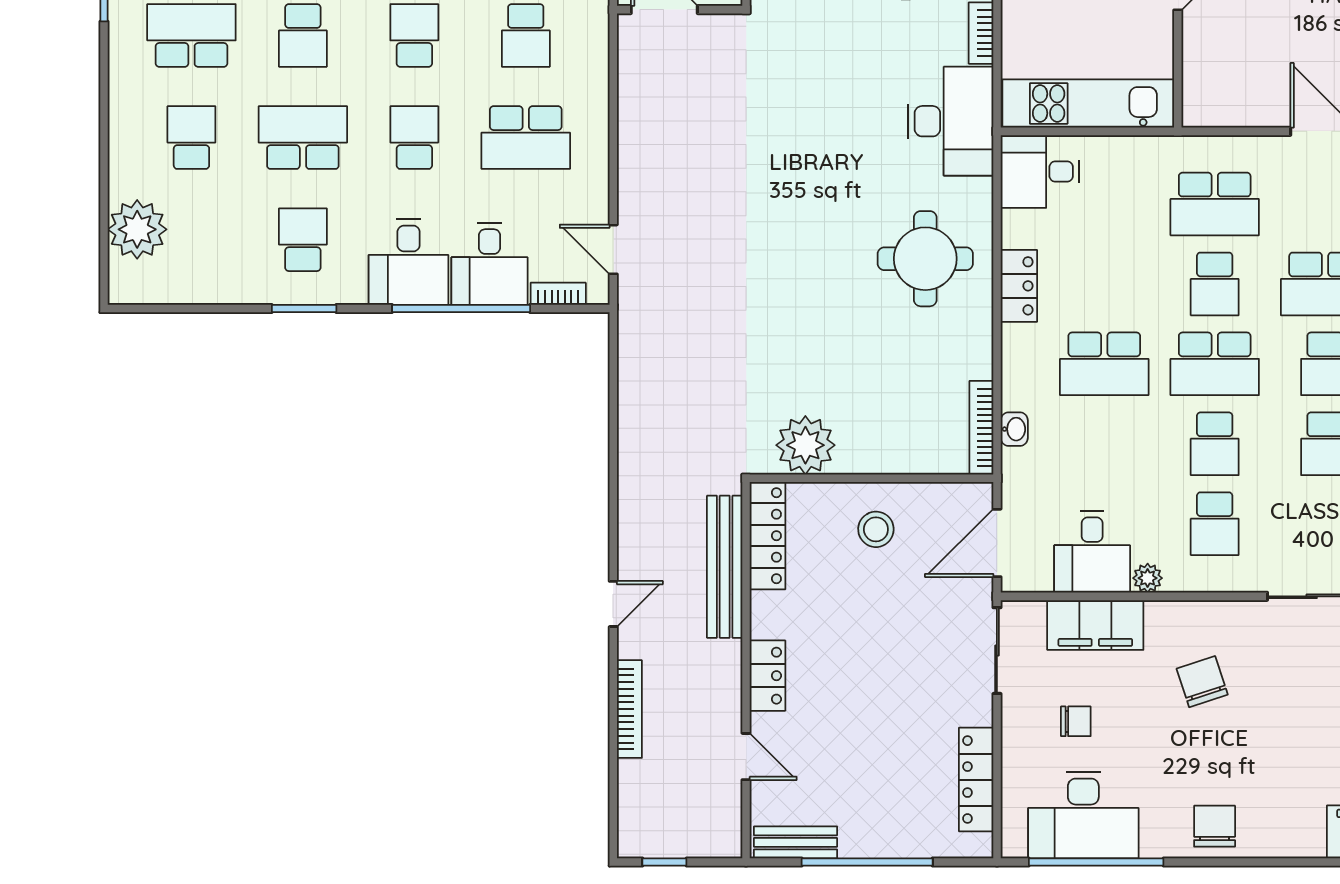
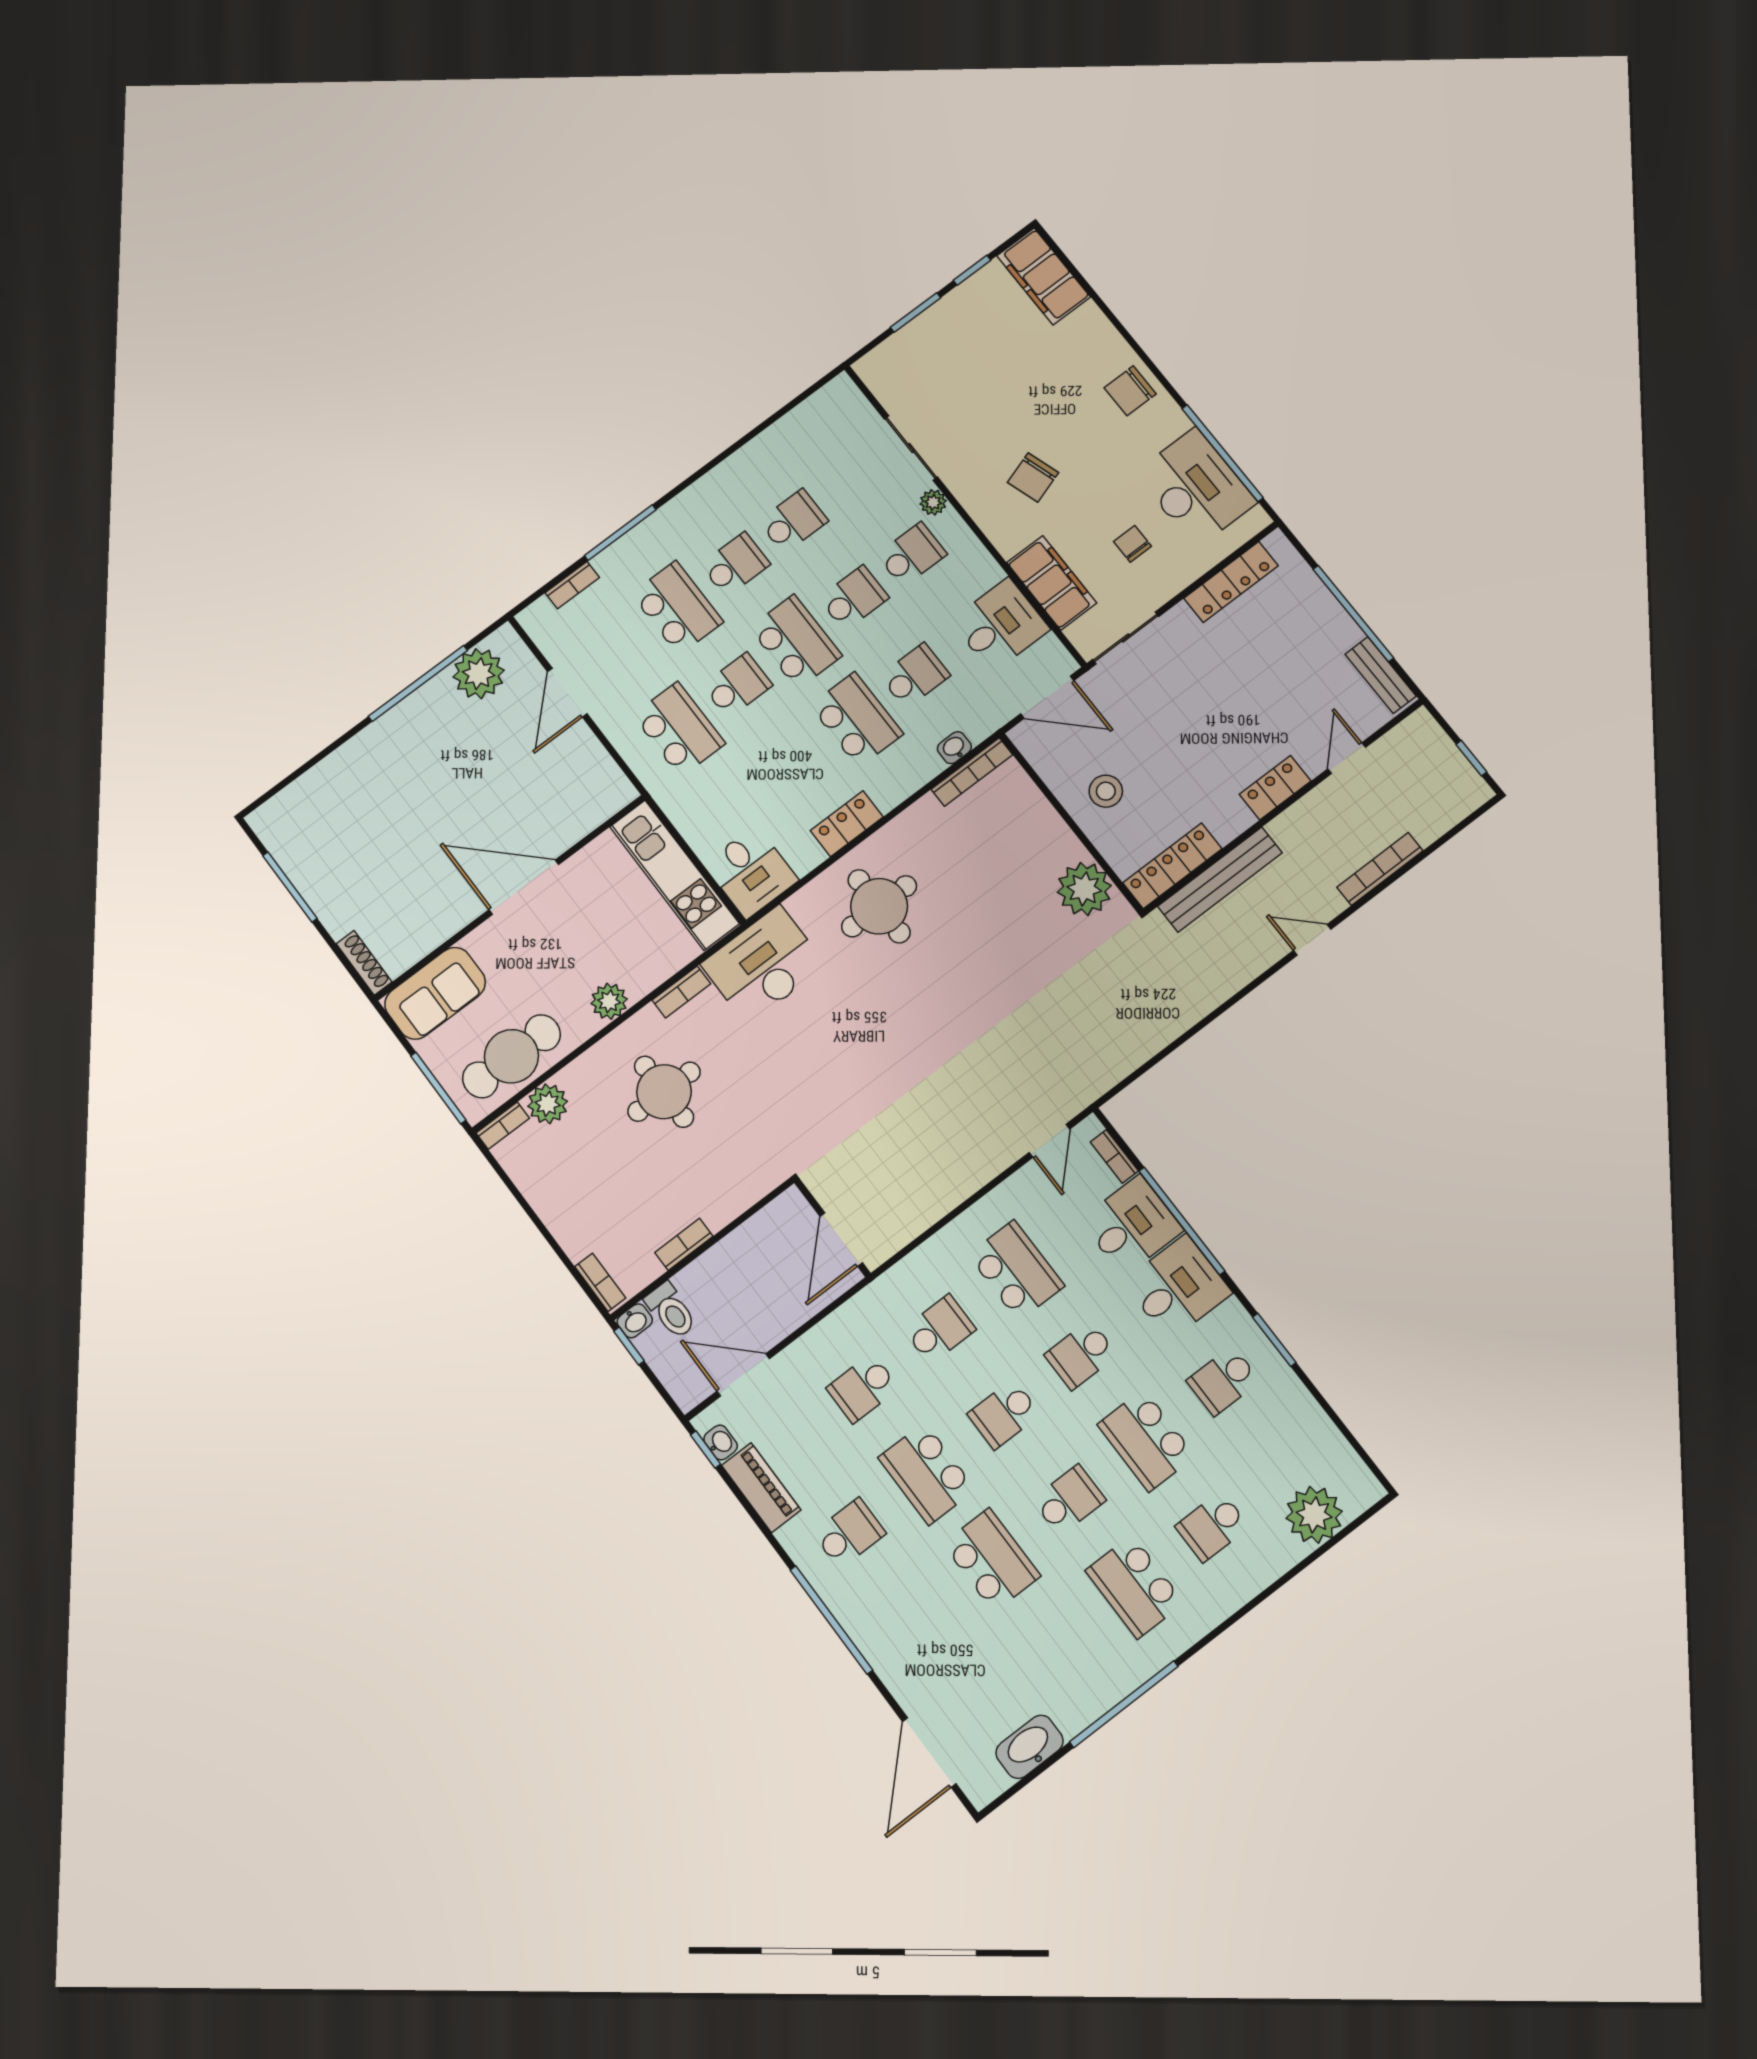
school desk: (1104, 444) -> (915, 676), added
plant: (1148, 578) -> (933, 502), moved

